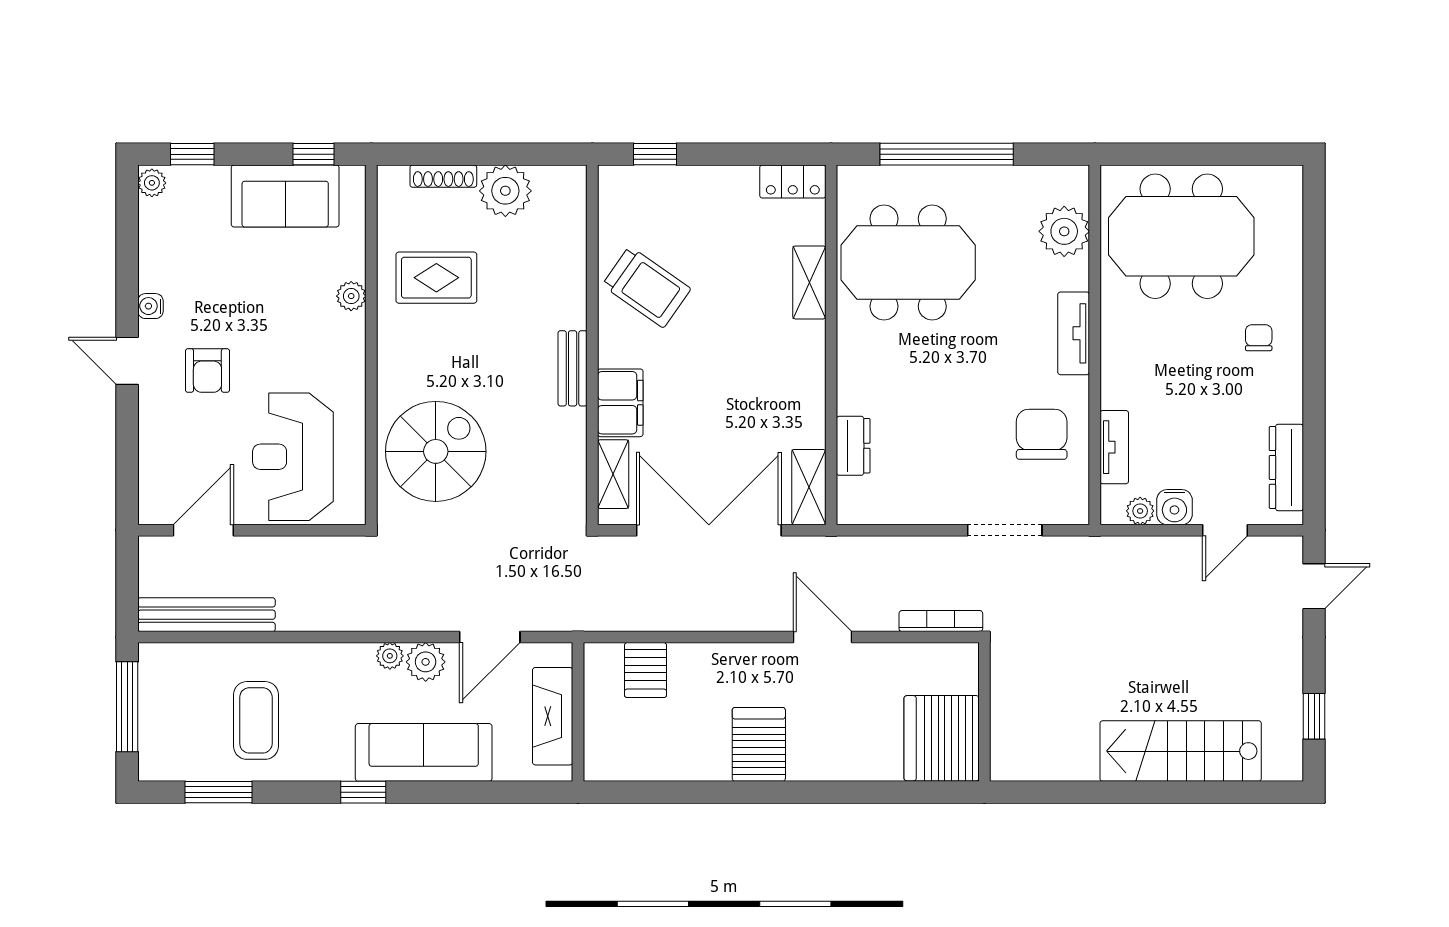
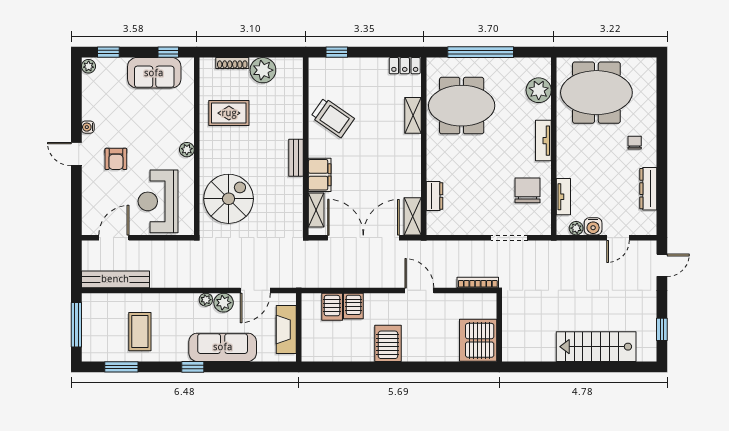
plant: (351, 296) -> (187, 150), moved
dresser: (1286, 467) -> (648, 189), moved
server rack: (689, 669) -> (353, 306), added

